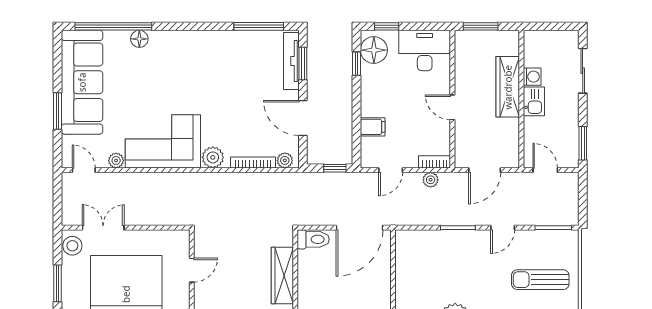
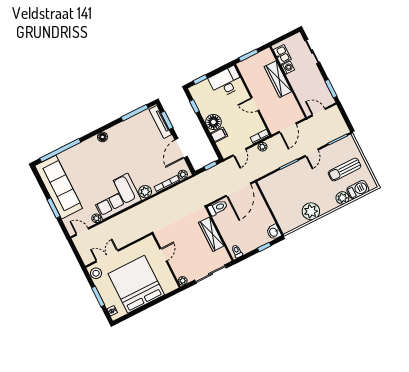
floor lamp: (139, 39) -> (103, 137), moved
floor lamp: (374, 50) -> (213, 122), moved
kitchen sink: (534, 101) -> (282, 54), moved
door: (303, 118) -> (181, 148), hinge flipped

